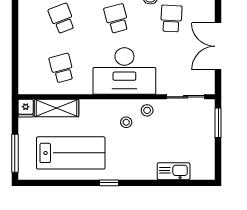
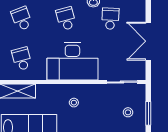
stool: (147, 110) -> (128, 112), moved
window: (218, 123) -> (148, 113), moved

